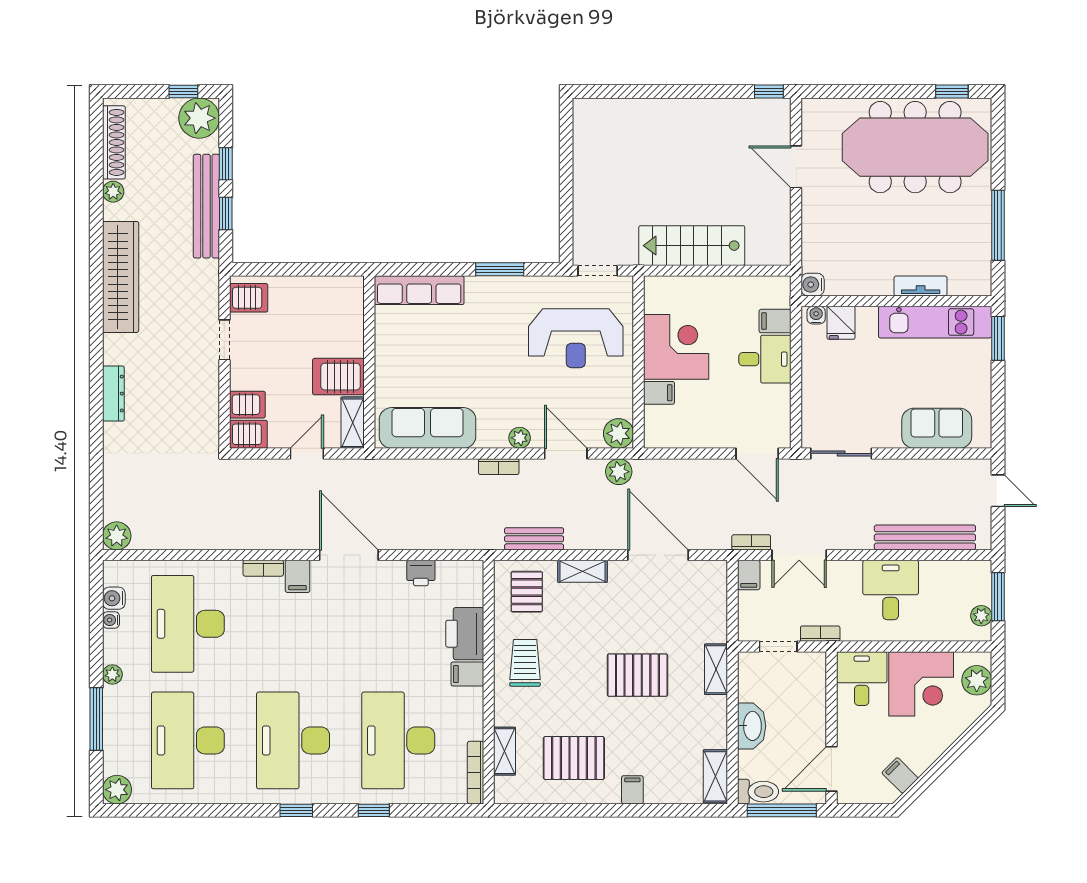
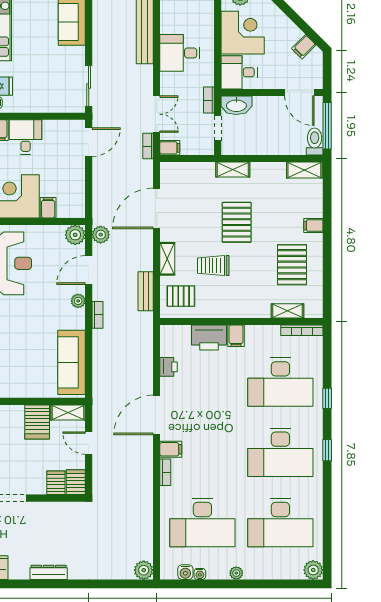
trolley: (525, 663) -> (213, 266), moved
window: (96, 719) -> (266, 584), removed
washbasin: (752, 726) -> (236, 105), moved, turned 180

